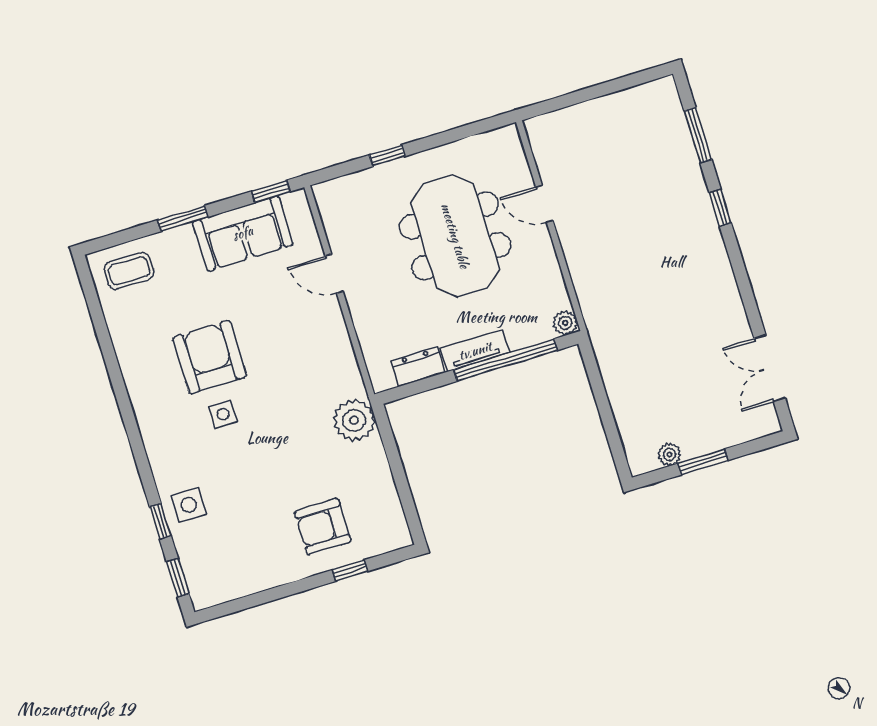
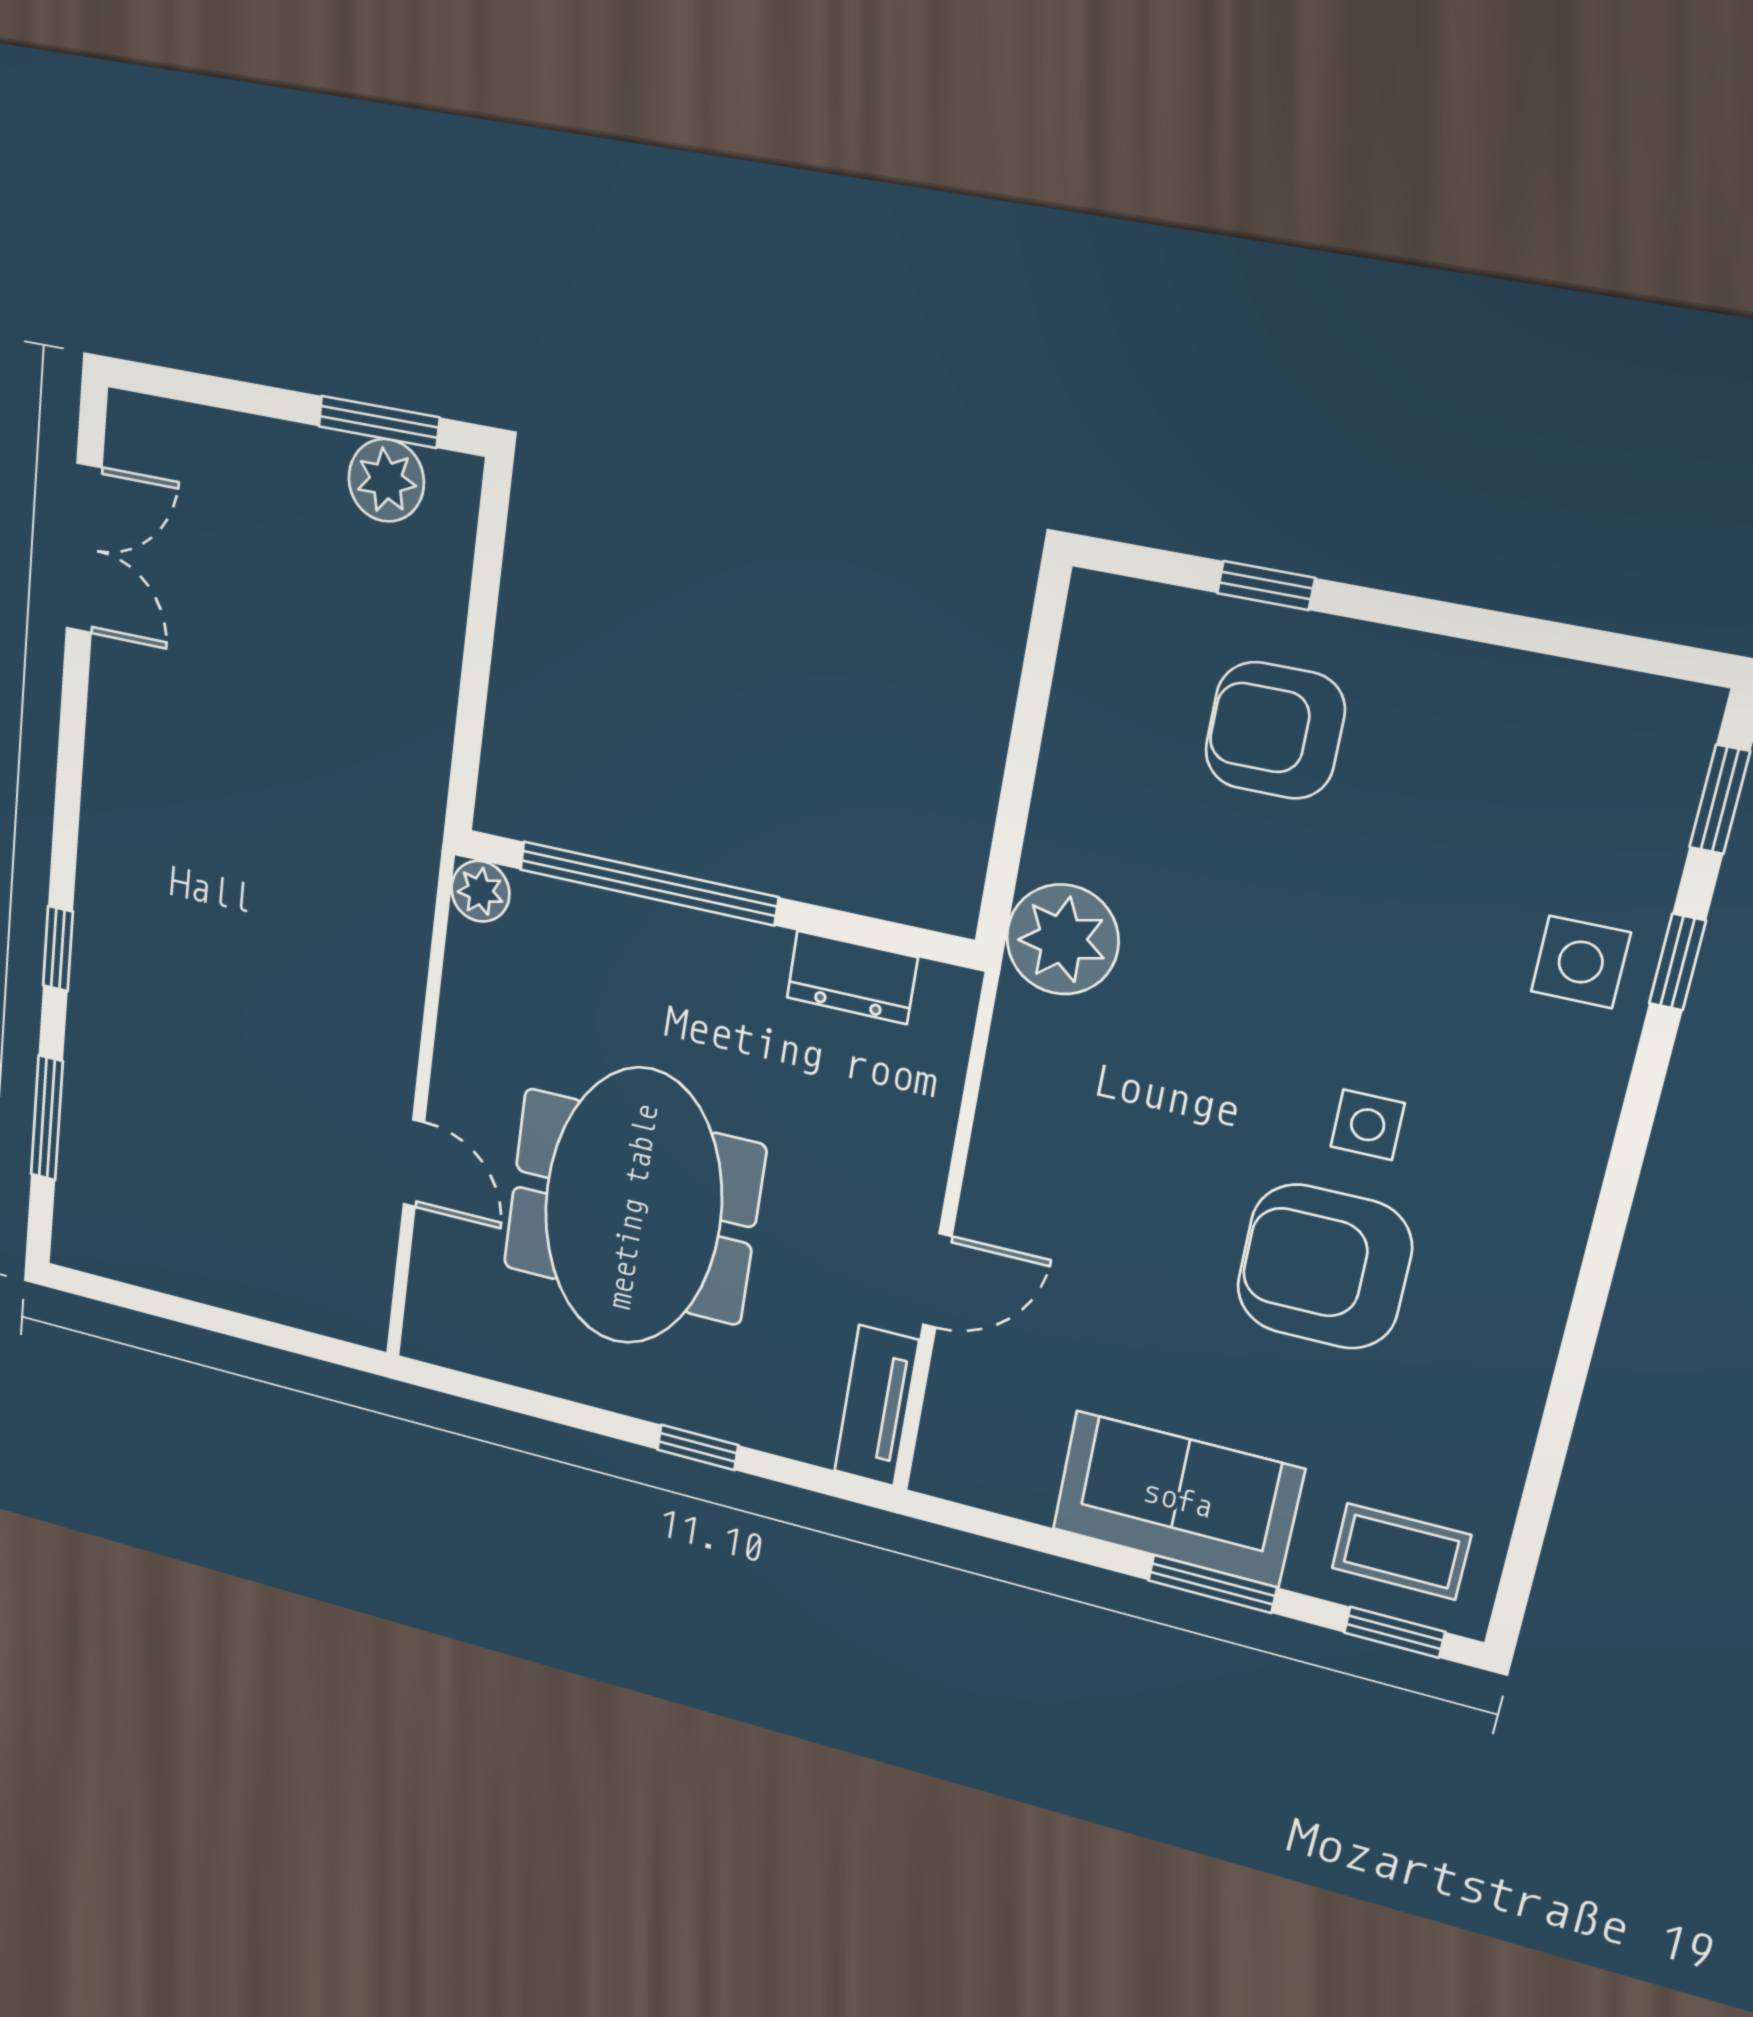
window: (271, 191) -> (1394, 1632), moved
sofa: (243, 233) -> (1177, 1499), moved
door: (334, 274) -> (937, 1281), hinge flipped
tv unit: (475, 351) -> (876, 1406), moved, turned 90
armchair: (210, 357) -> (1324, 1267), turned 90
plant: (669, 454) -> (386, 480), width x1.38, depth x1.38
window: (703, 462) -> (379, 422), moved
armchair: (323, 527) -> (1275, 731), turned 180

